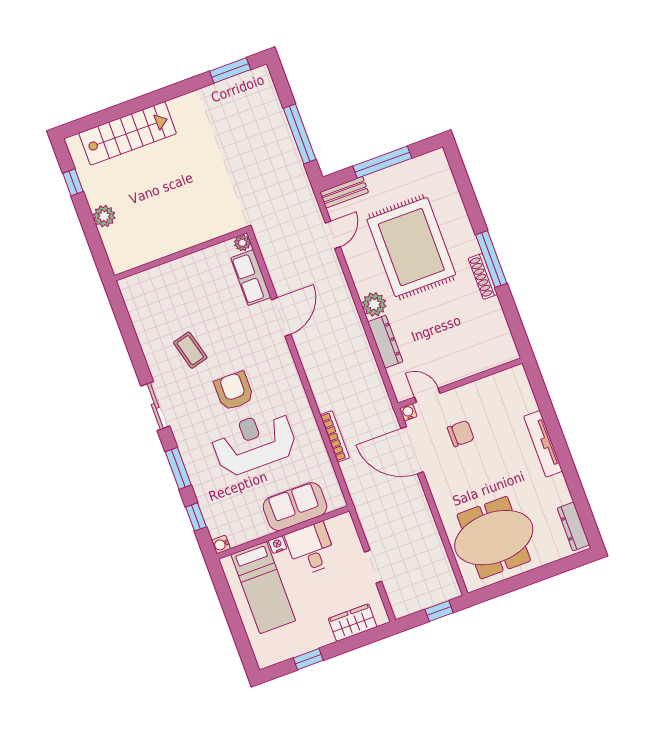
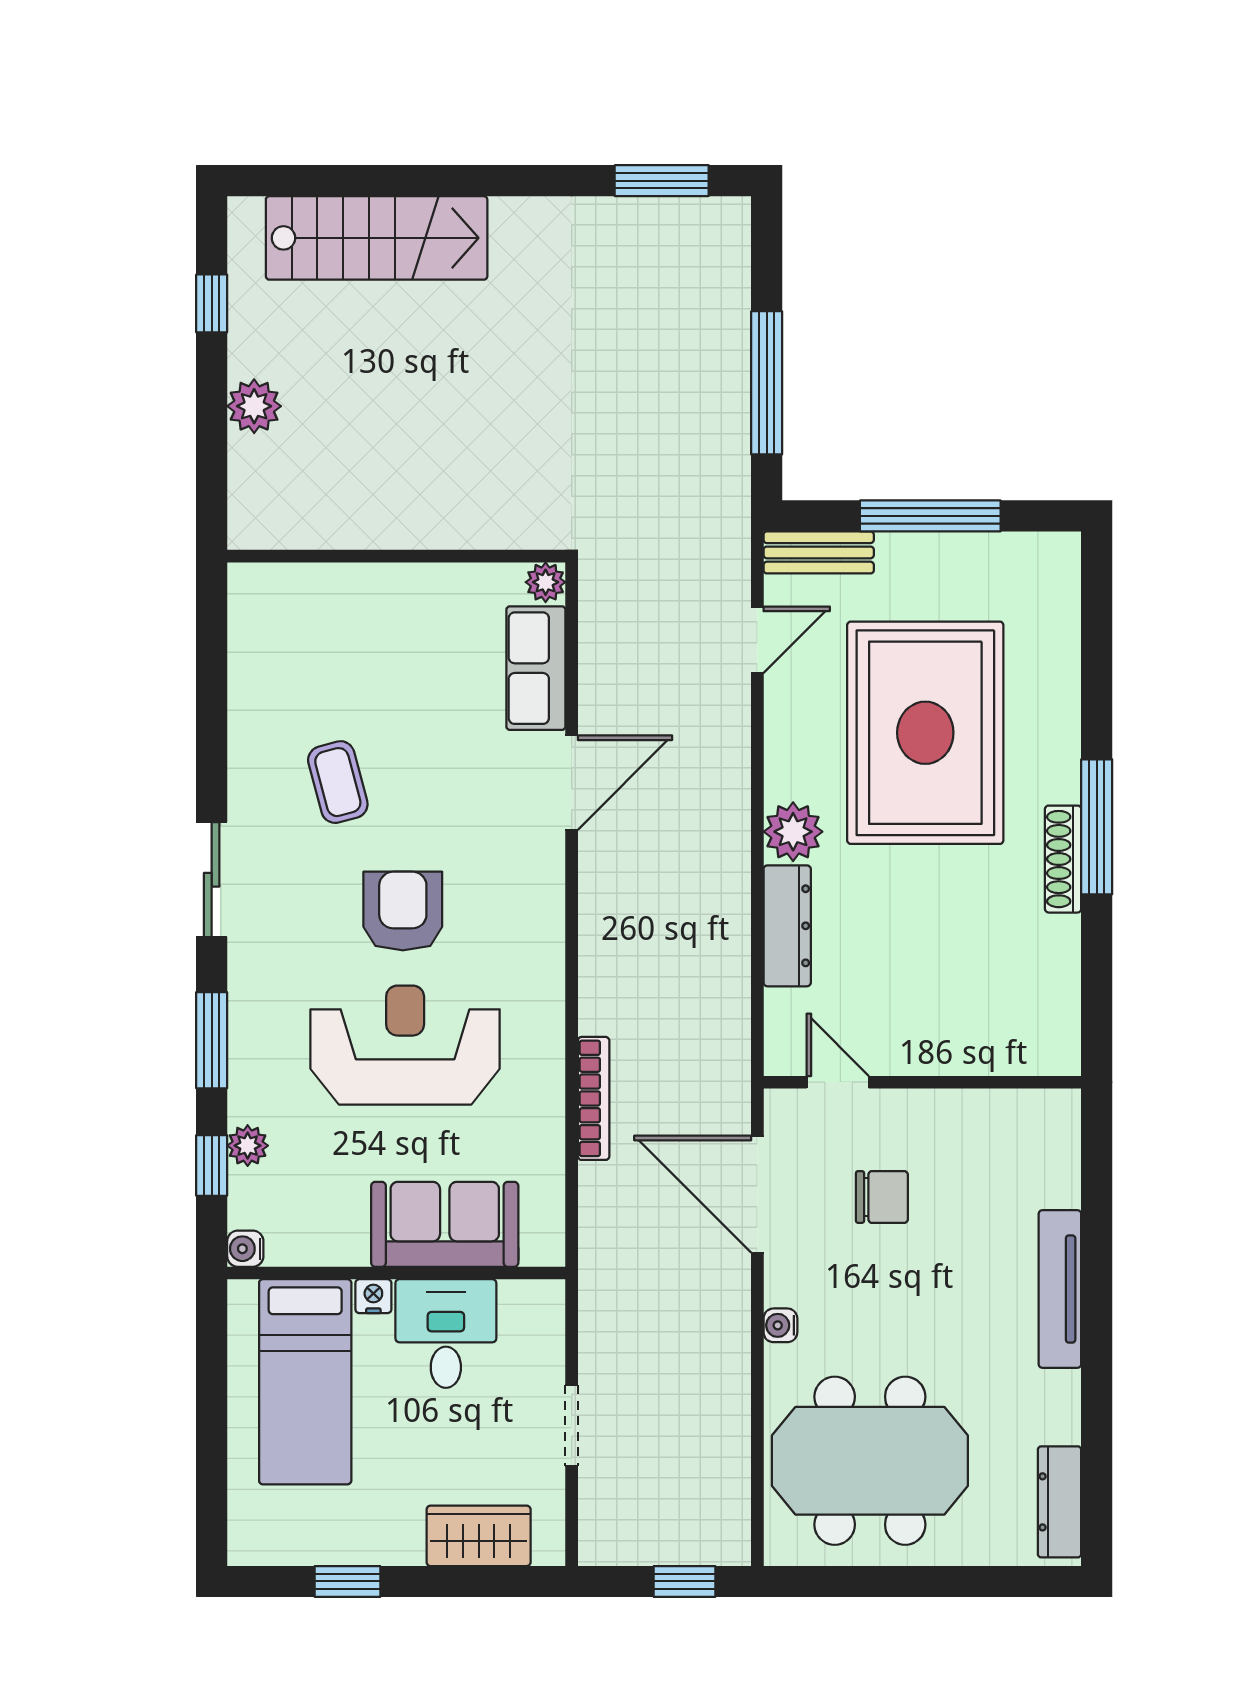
water cooler: (408, 412) -> (780, 1325), moved, turned -90
plant: (207, 504) -> (248, 1146), added

